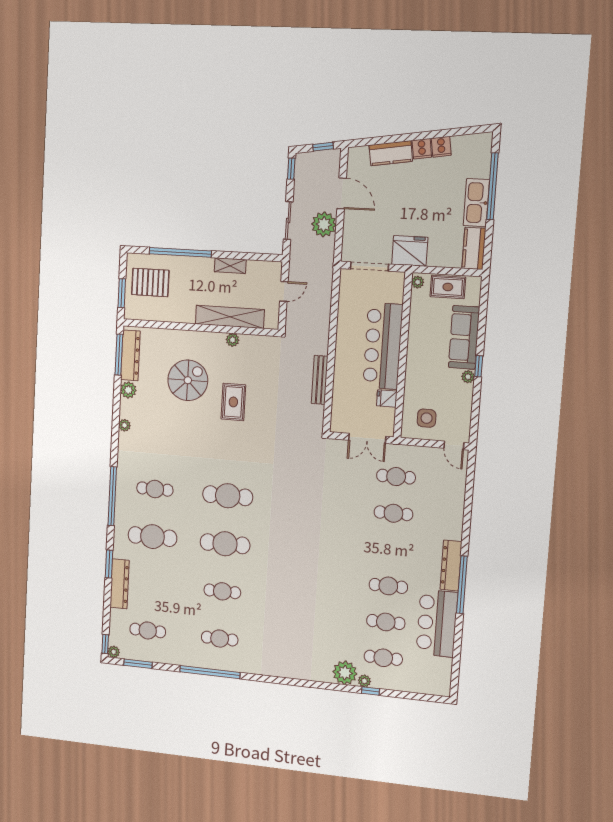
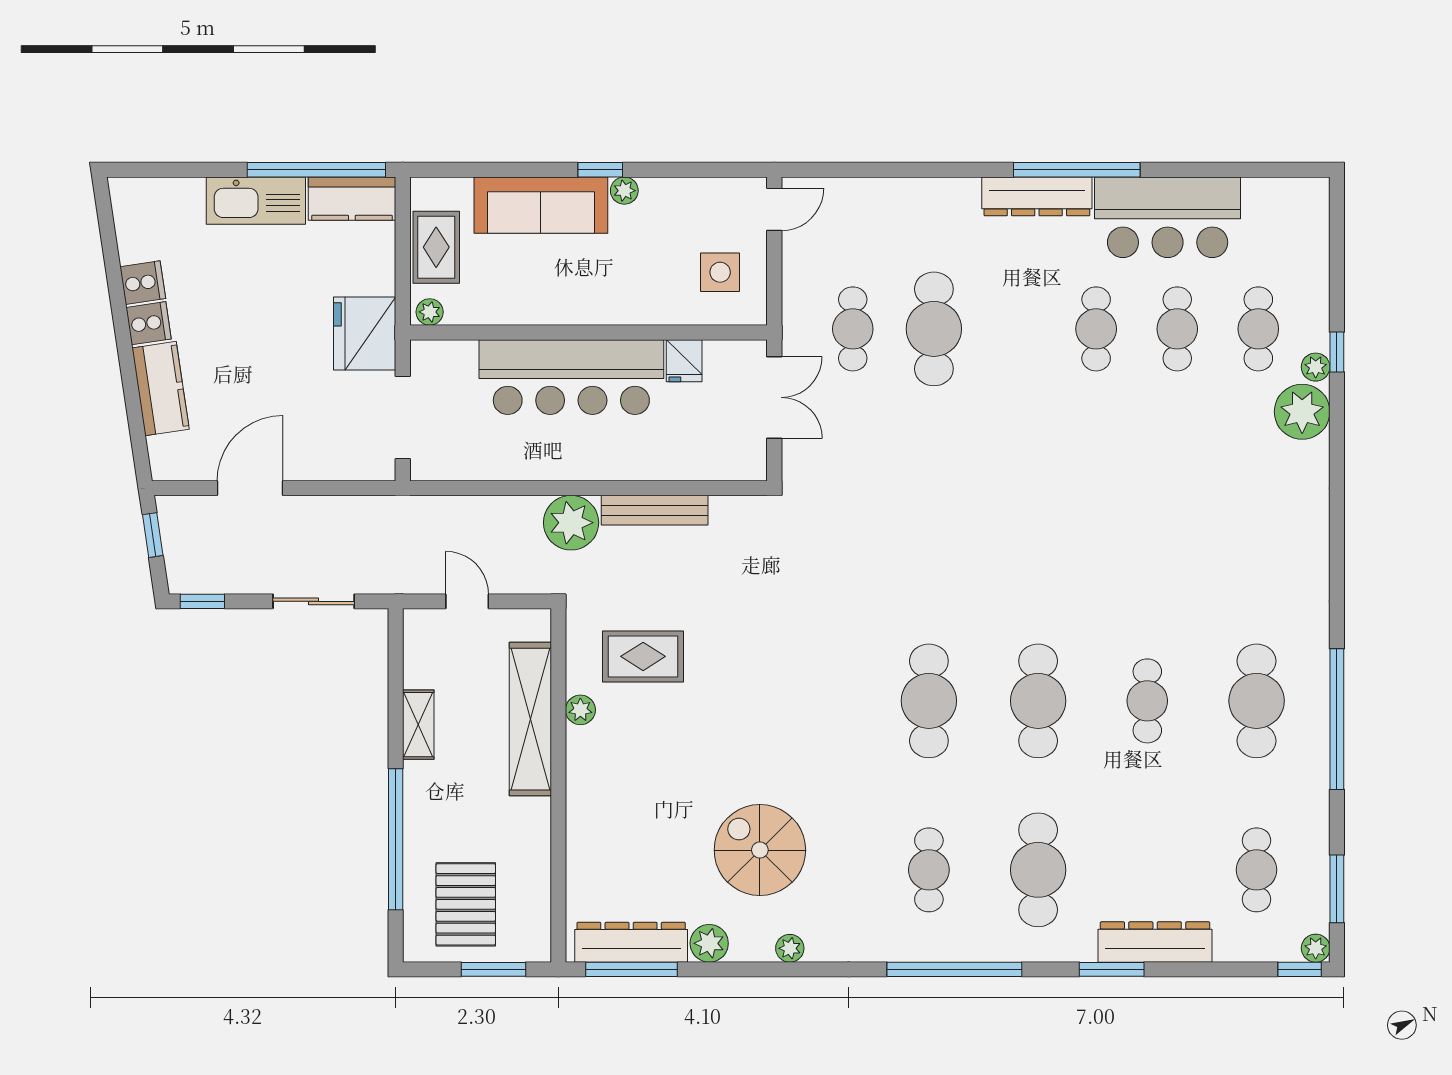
window: (492, 186) -> (316, 170), moved
plant: (324, 224) -> (571, 523), moved
spiral stairs: (188, 380) -> (760, 850), moved
rug: (233, 402) -> (643, 656), moved
cafe table: (393, 513) -> (934, 329), width x1.37, depth x1.35
cafe table: (220, 639) -> (1257, 701), width x1.37, depth x1.35

